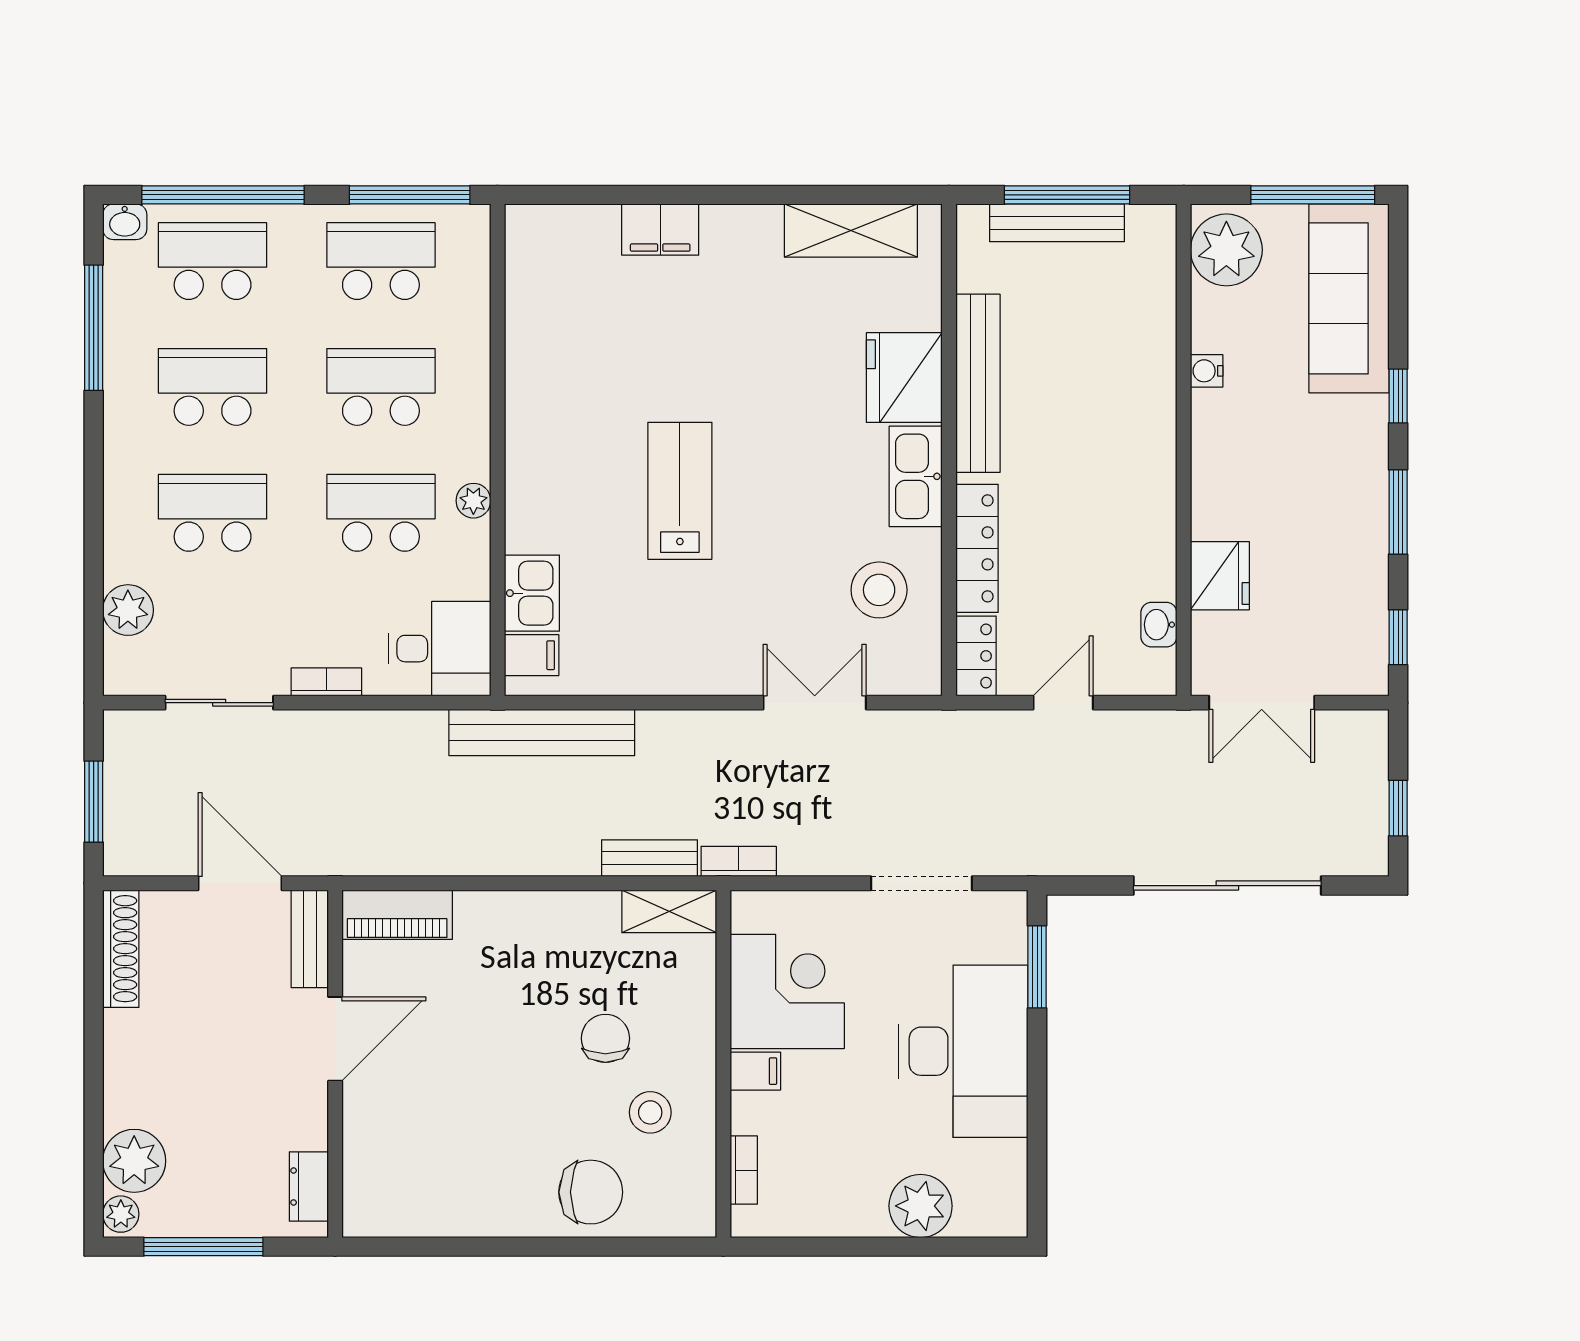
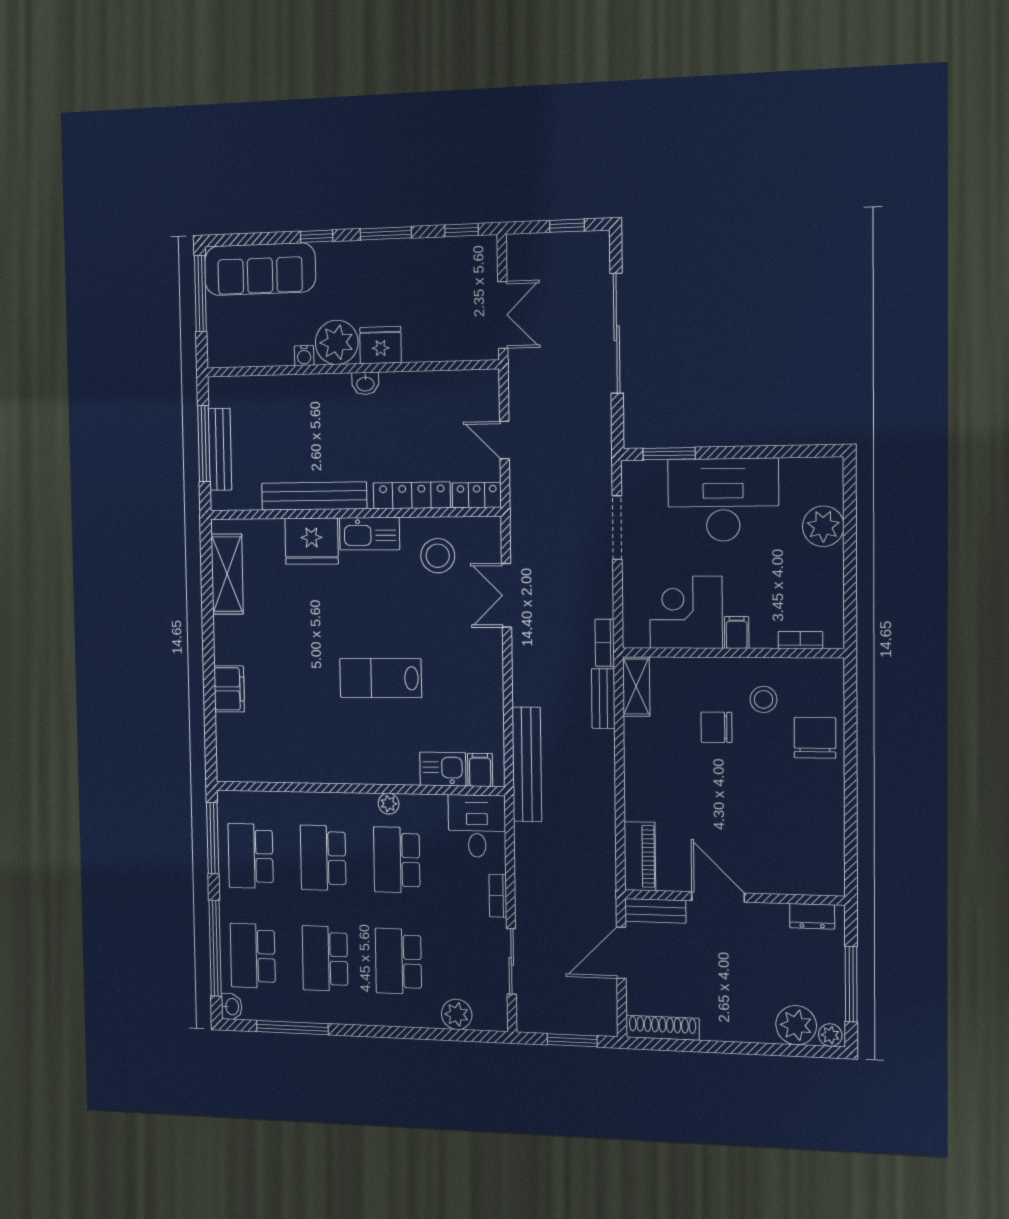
plant: (1226, 250) -> (337, 342), moved
fridge: (1220, 576) -> (381, 345), moved
washbasin: (1159, 625) -> (365, 383), moved

